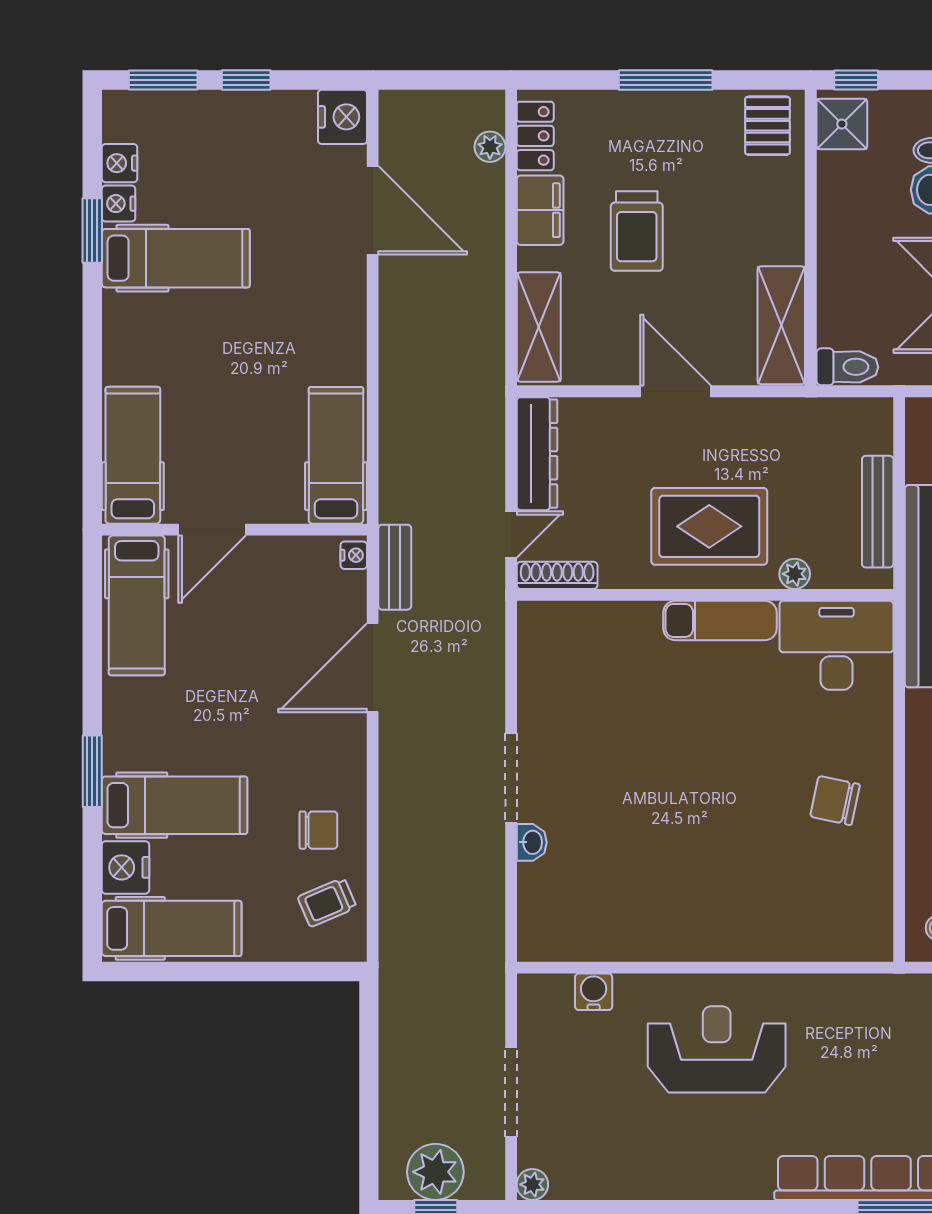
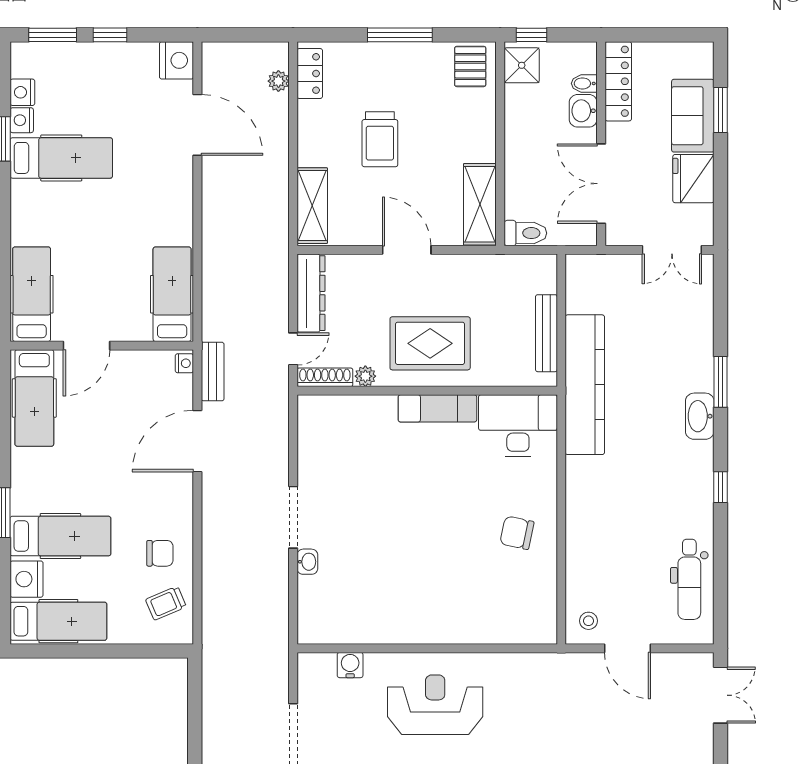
filing cabinet: (540, 210) -> (313, 125), removed
plant: (795, 574) -> (365, 376), moved

